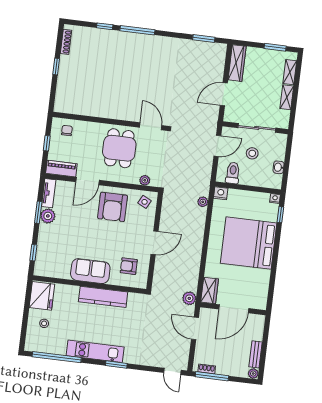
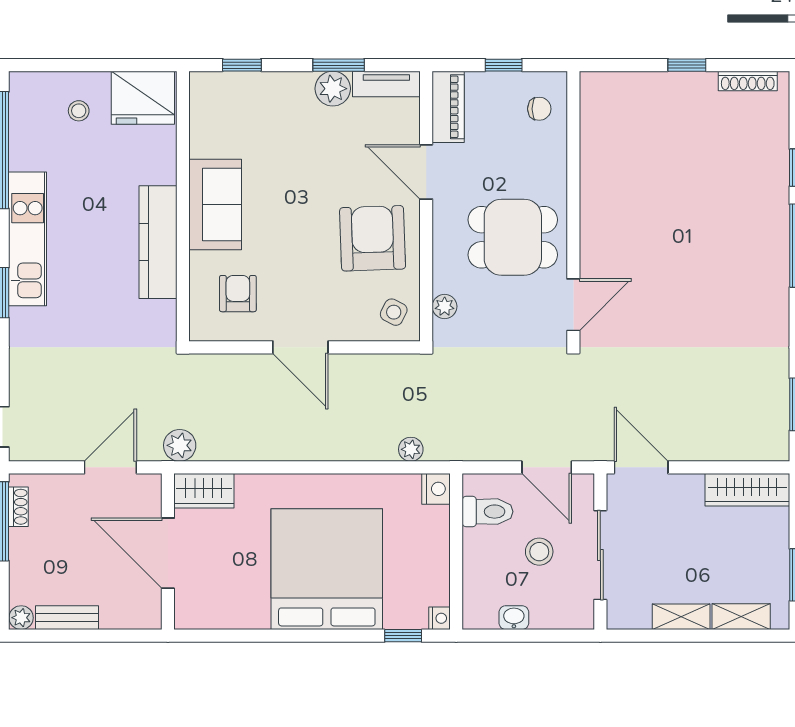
door: (224, 94) -> (641, 467), moved
armchair: (113, 207) -> (373, 238), turned 88

